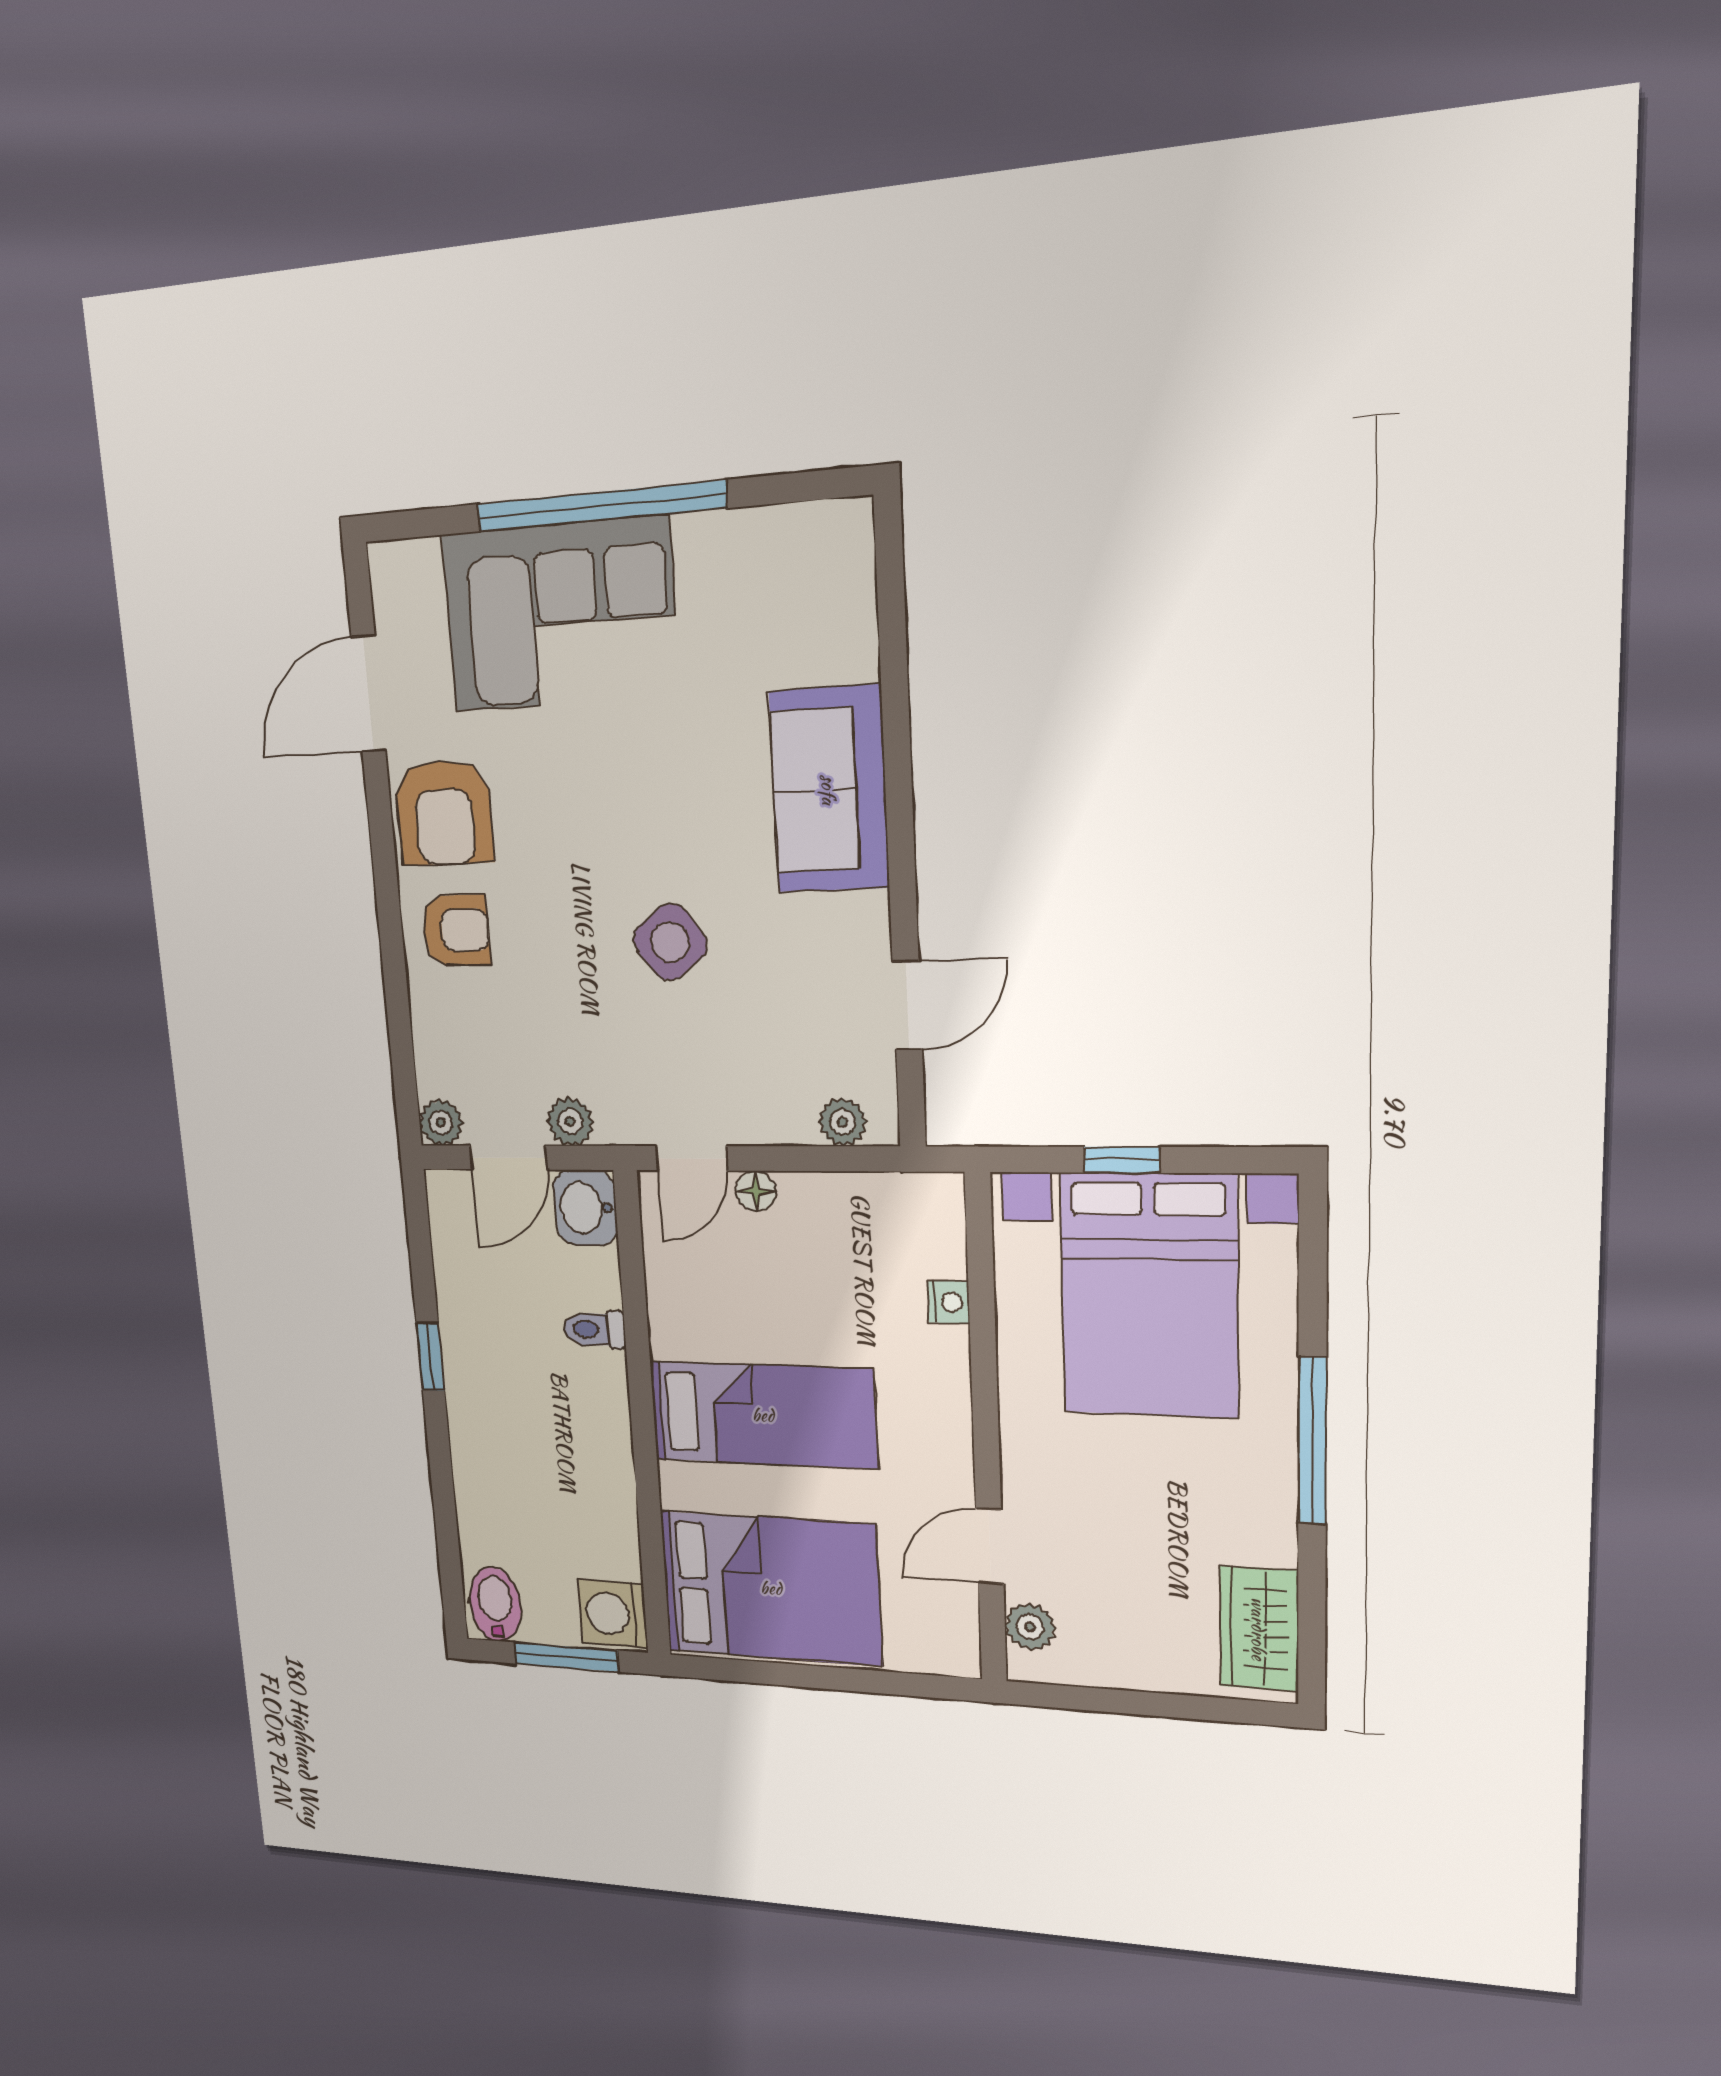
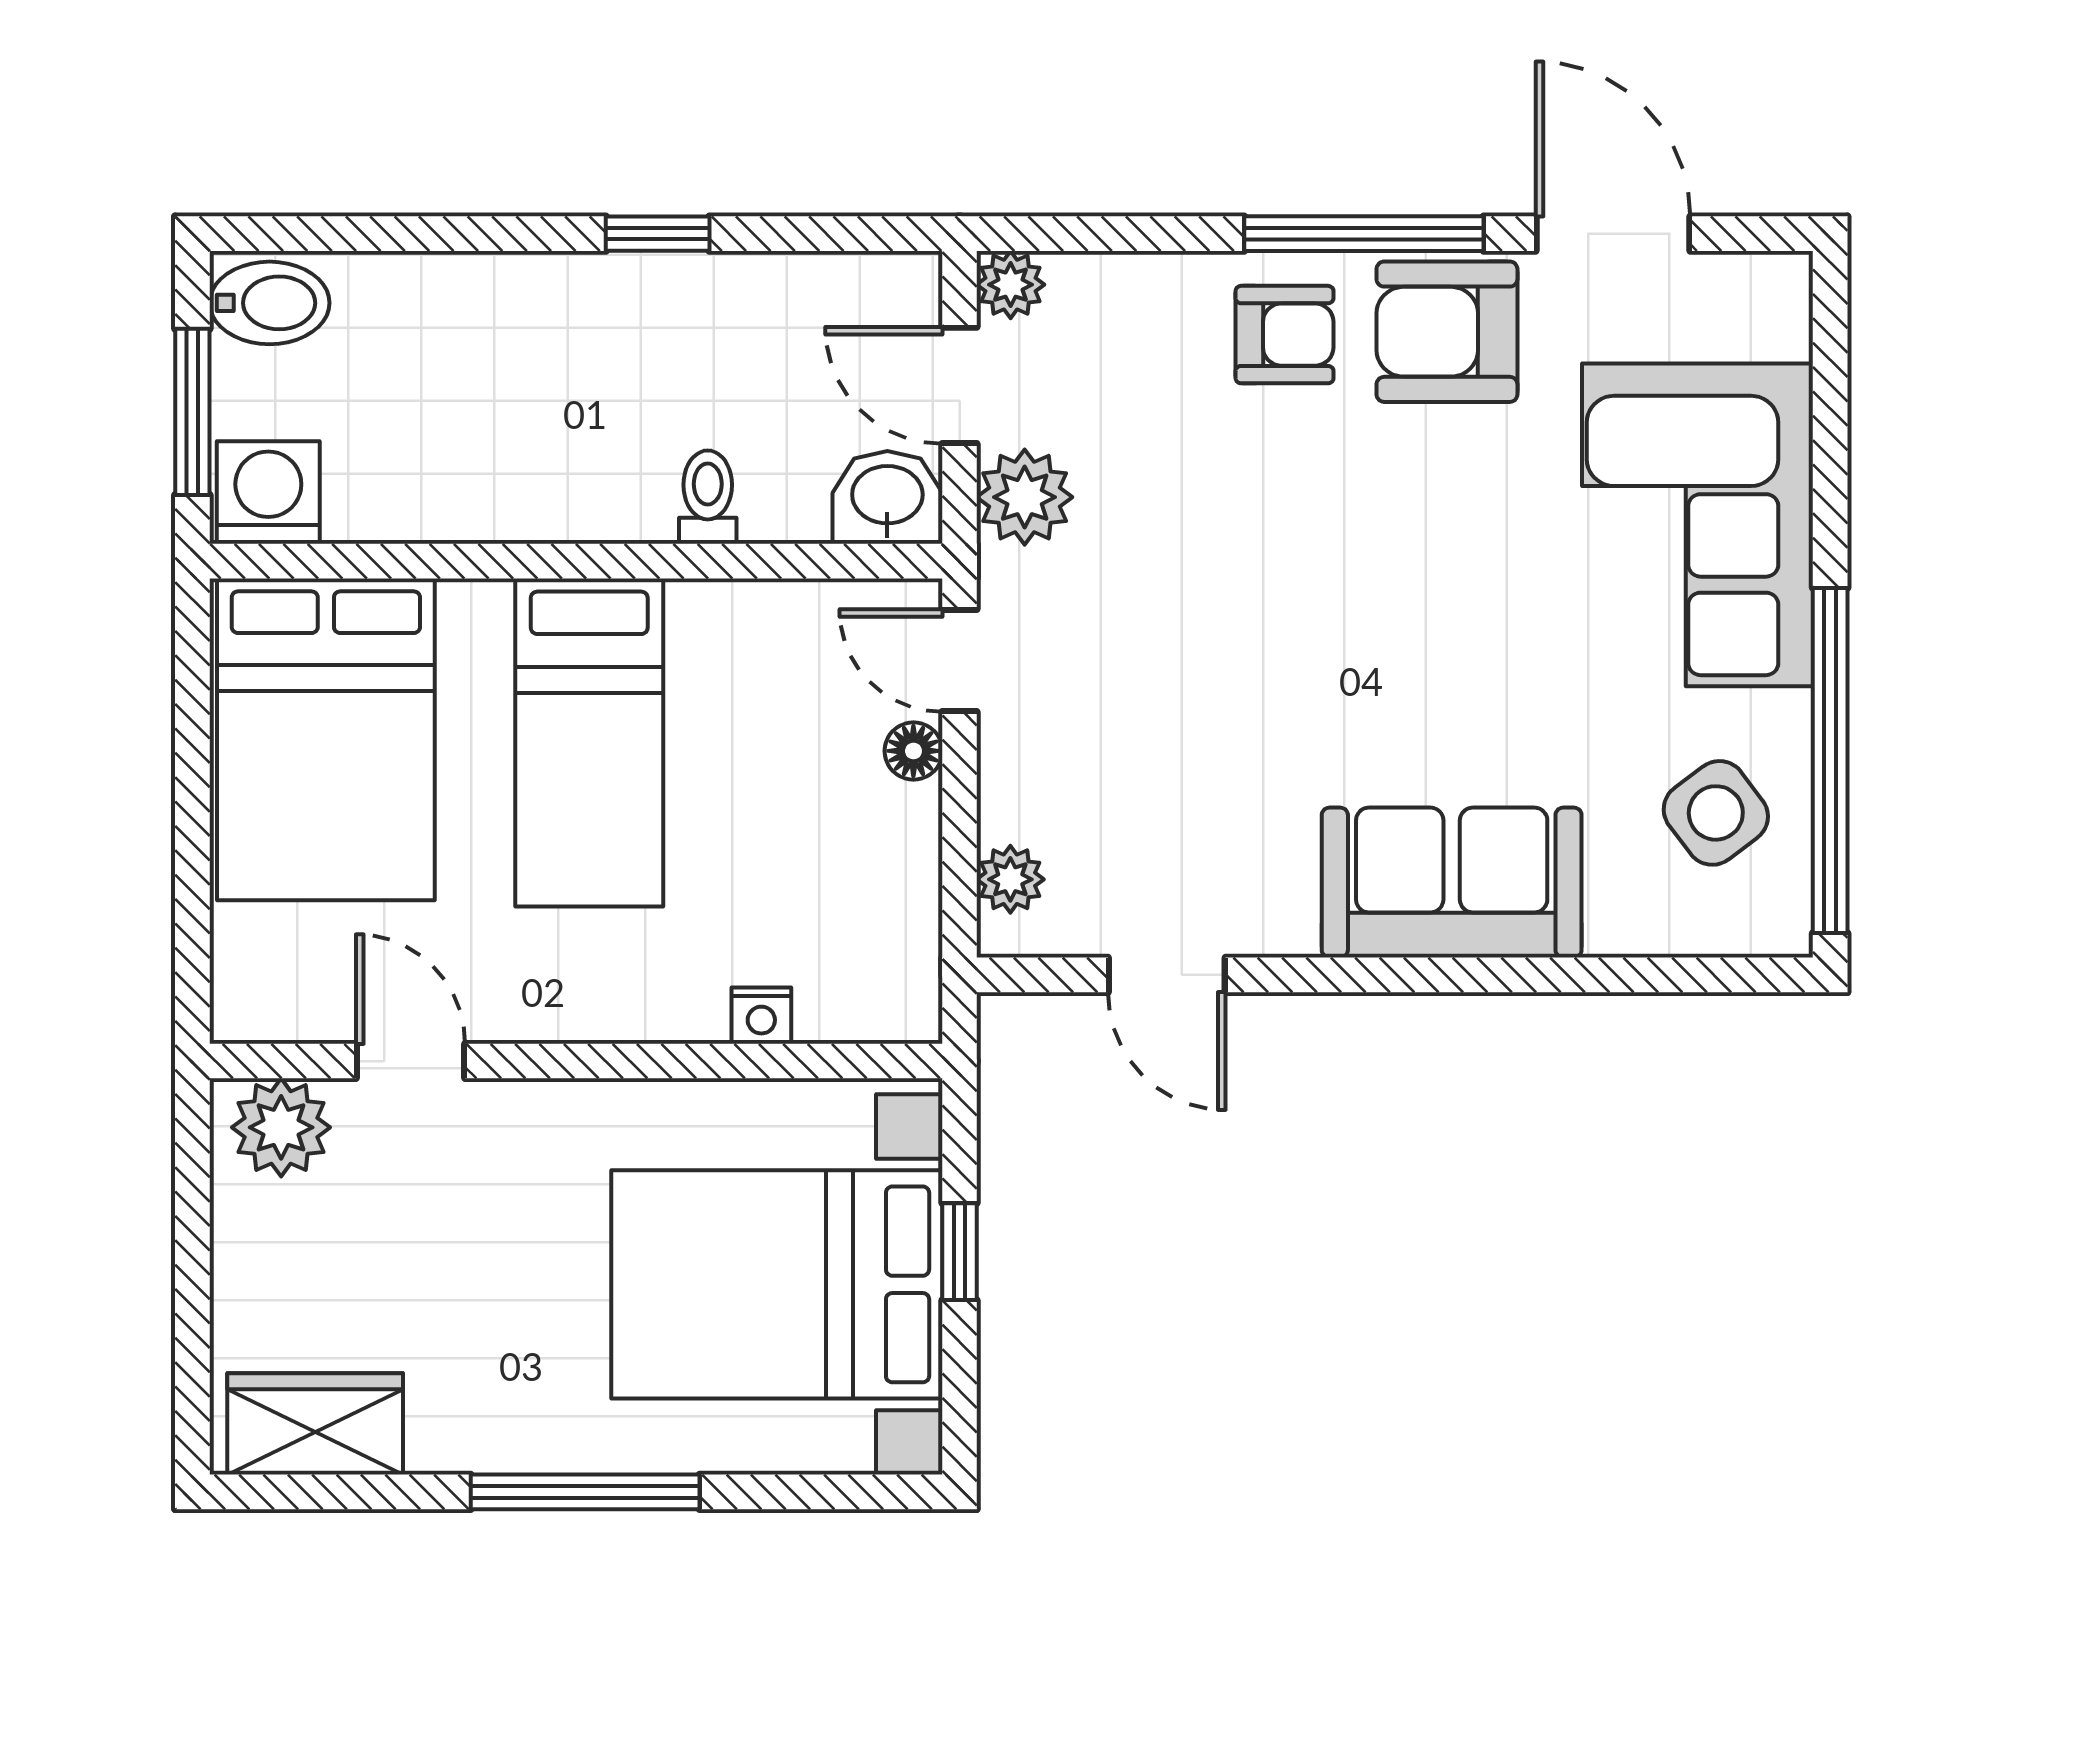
window: (600, 506) -> (1830, 761), moved
window: (385, 876) -> (1364, 234), added
armchair: (456, 930) -> (1285, 335), turned -90
side table: (670, 942) -> (1716, 813), moved
plant: (570, 1122) -> (1025, 497), width x1.38, depth x1.38
plant: (1030, 1627) -> (281, 1127), width x1.38, depth x1.38

